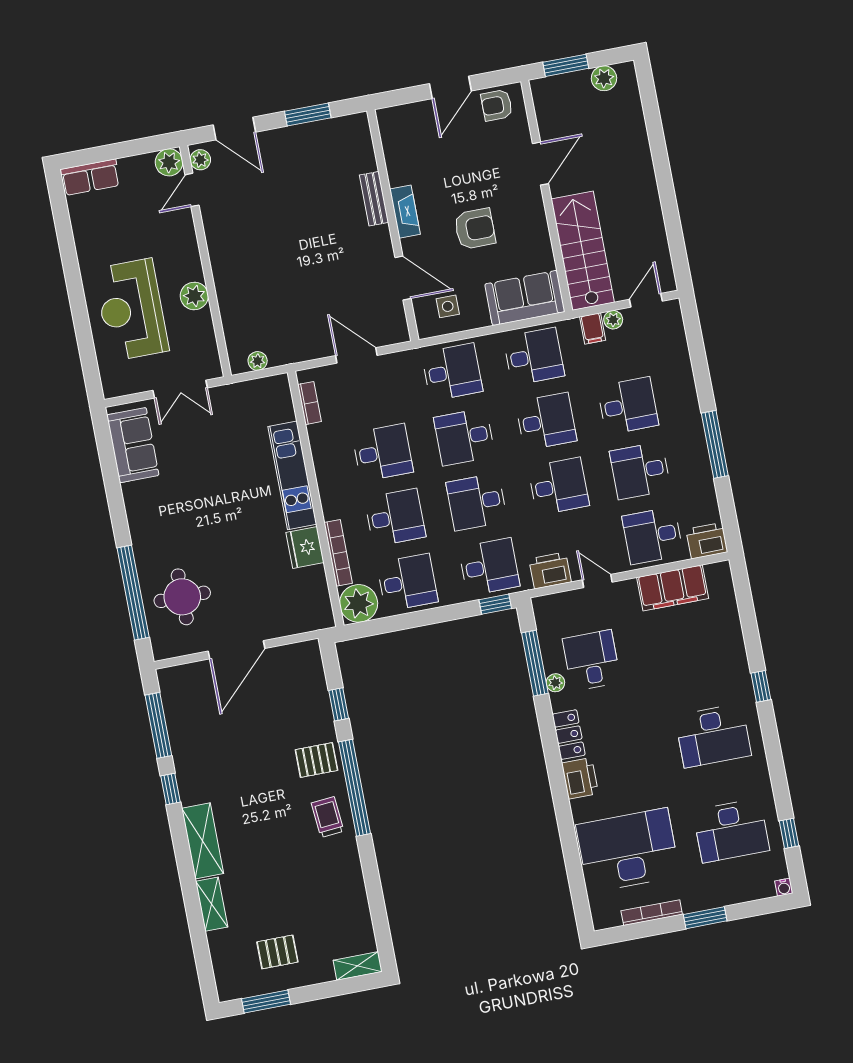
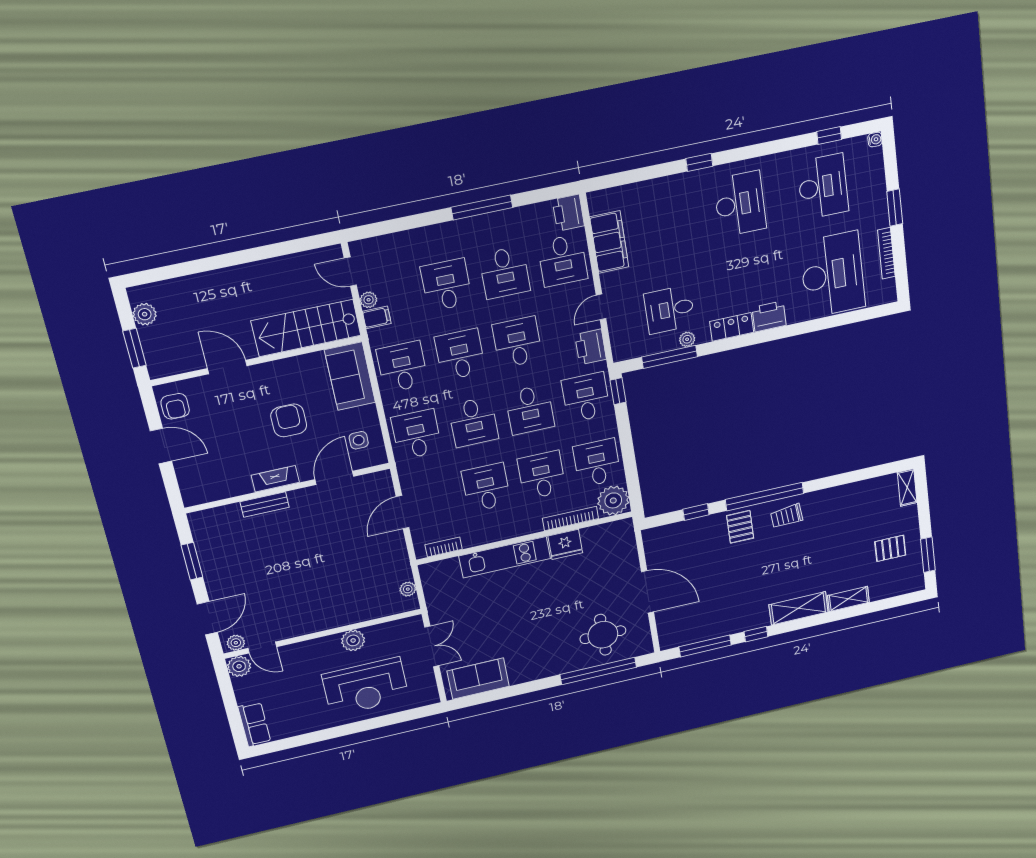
desk: (628, 850) -> (833, 275), turned 180
pallet: (277, 952) -> (890, 548), turned 90

